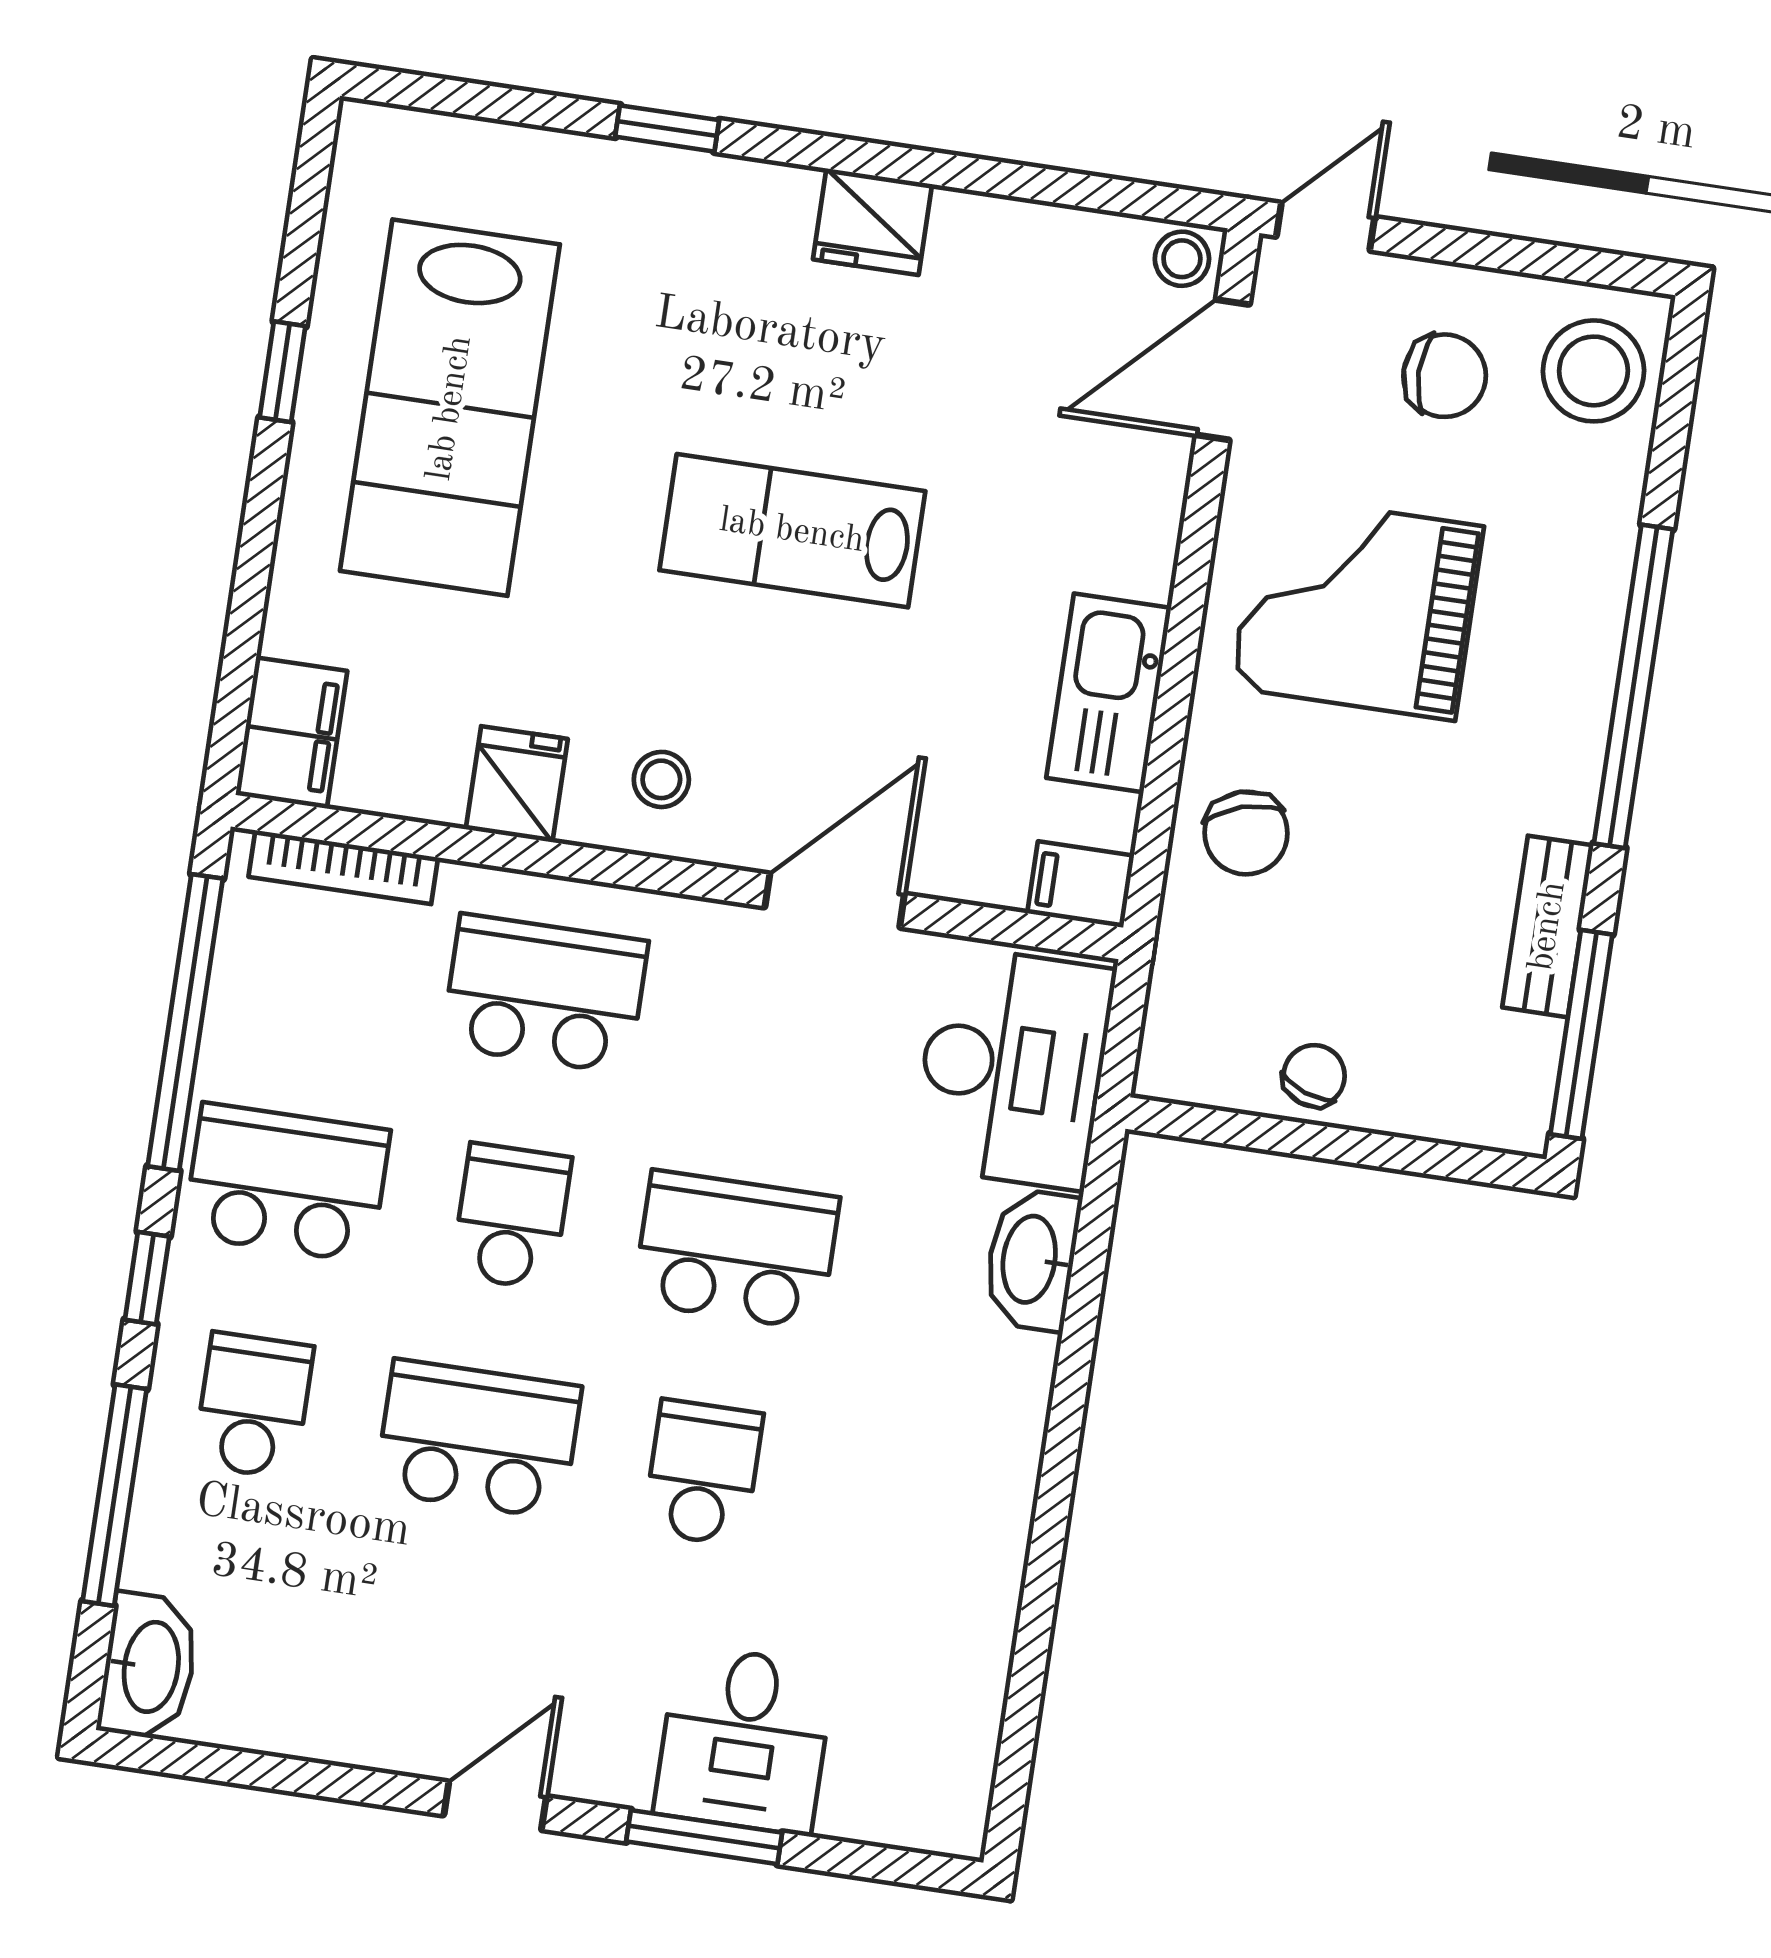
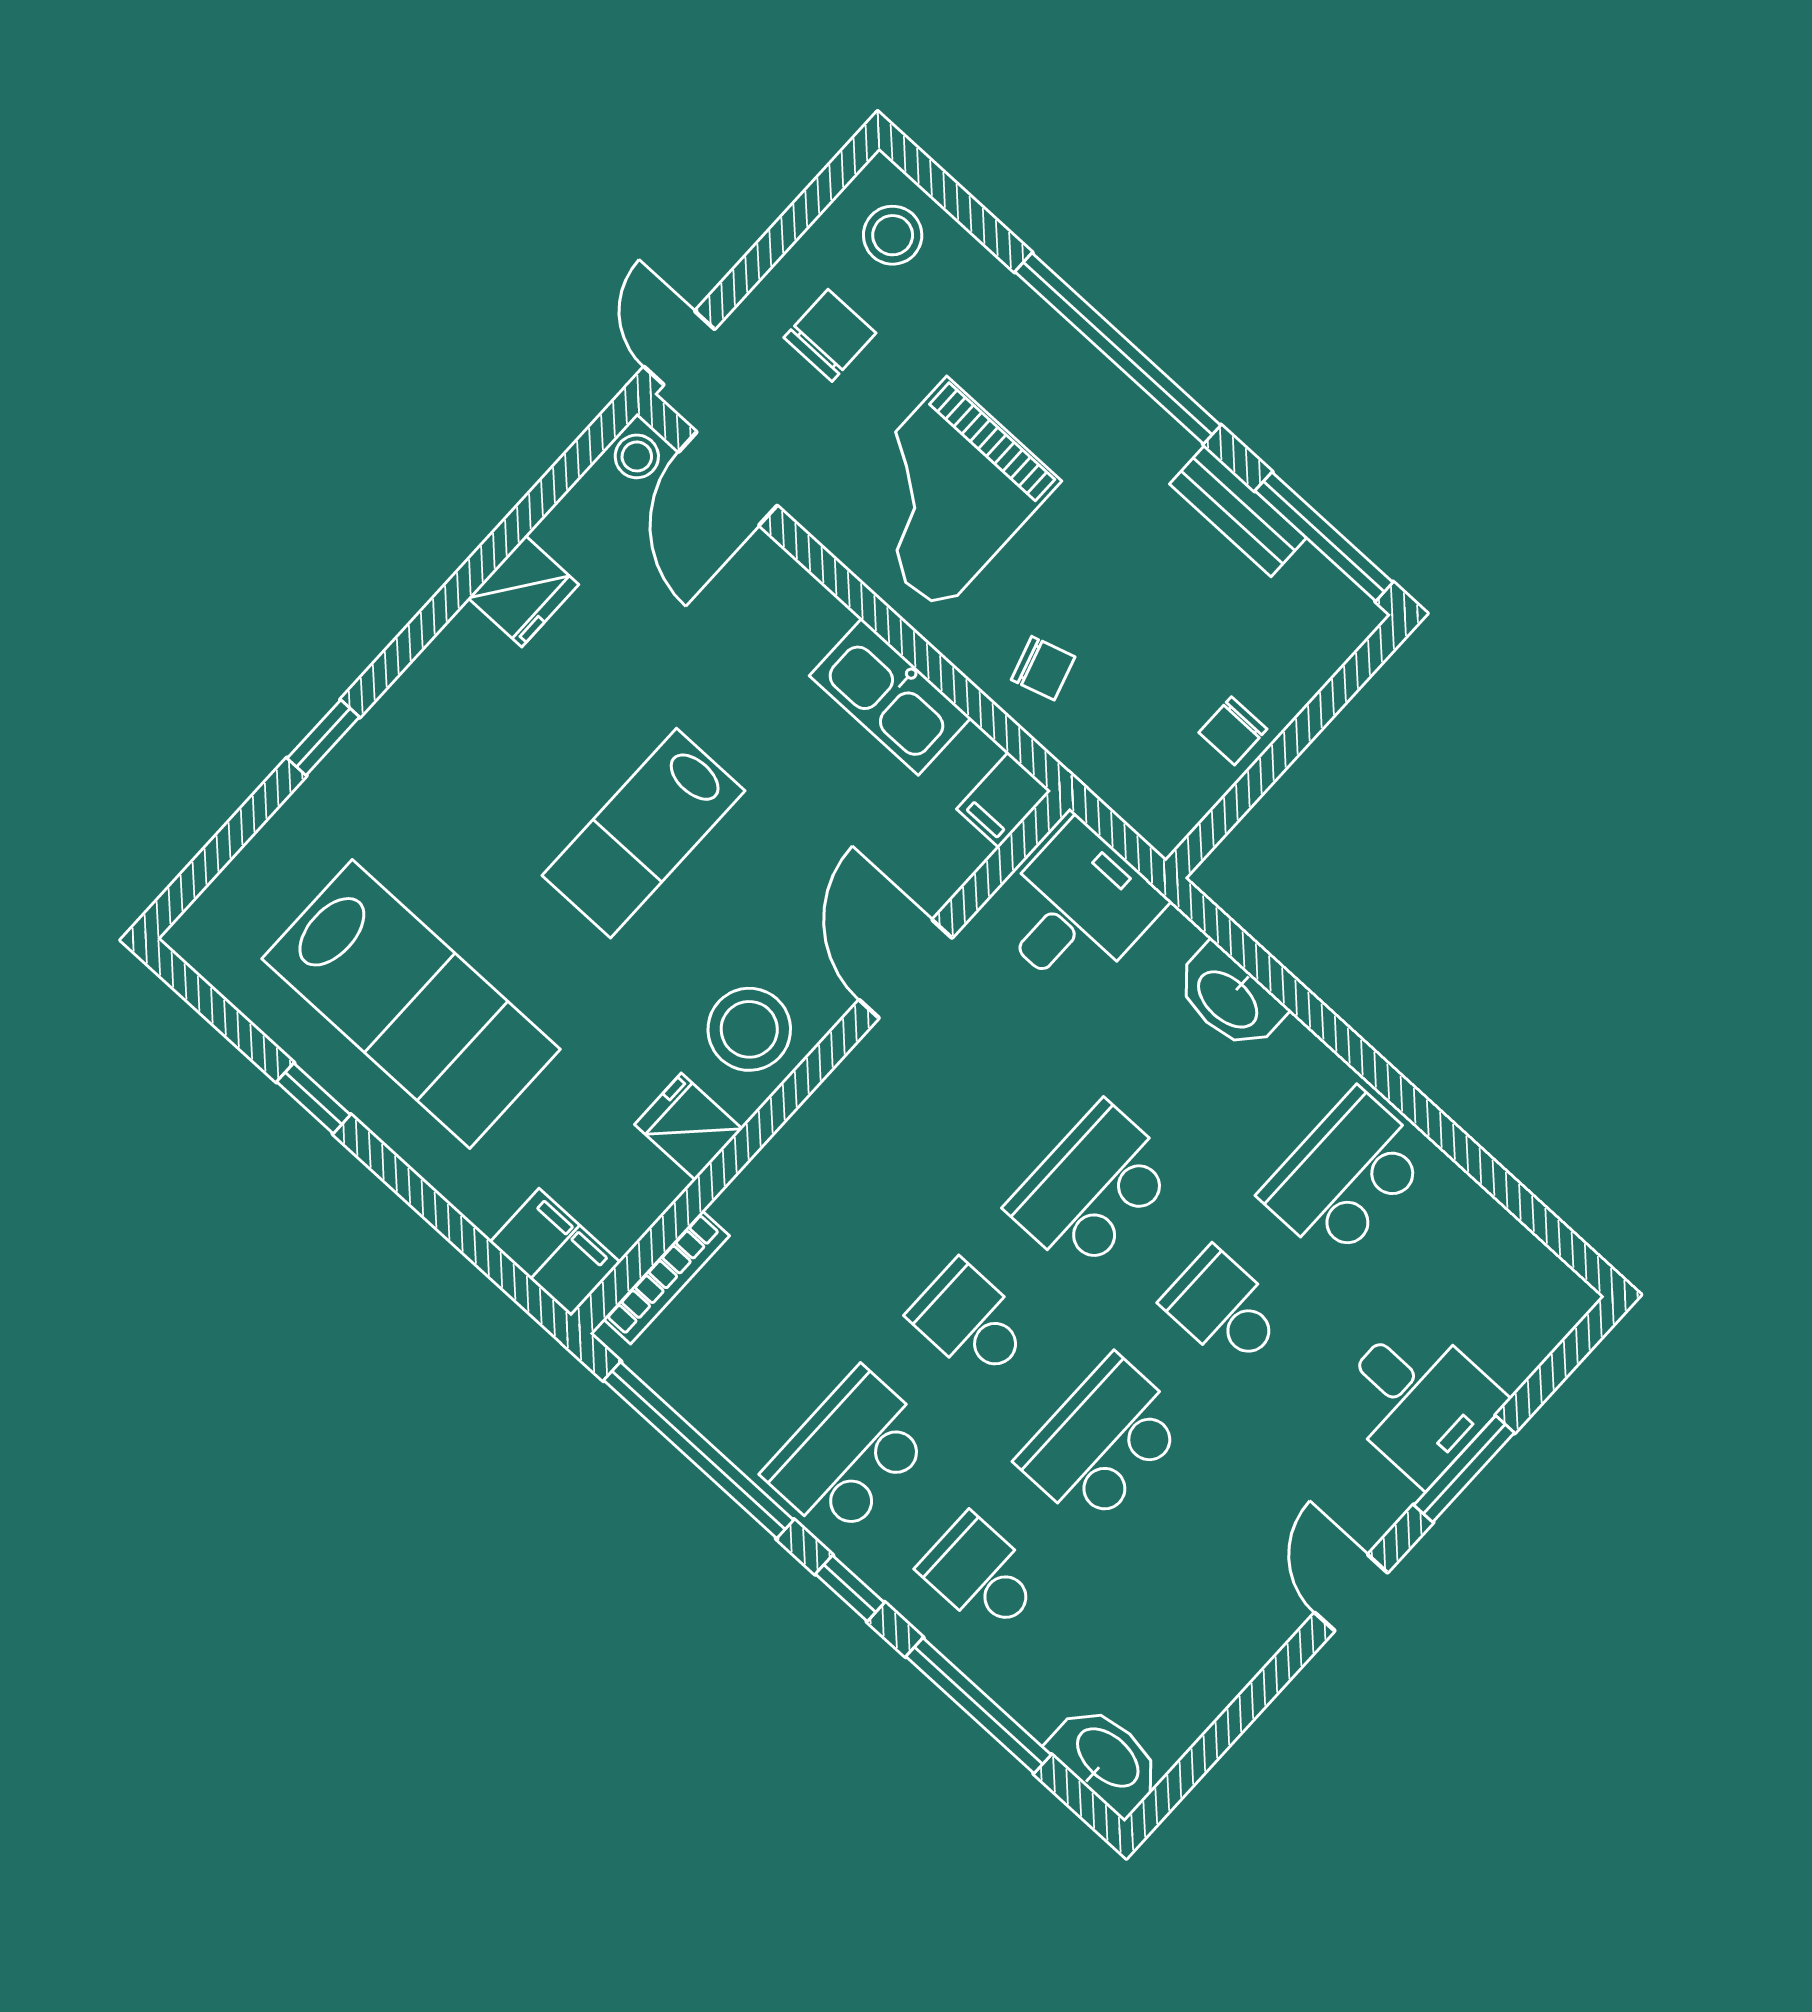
fridge: (873, 222) -> (523, 591), moved
stool: (1593, 371) -> (893, 235), width x0.73, depth x0.73
stool: (661, 779) -> (749, 1029), width x1.89, depth x1.89
chair: (1246, 833) -> (1043, 668), width x0.73, depth x0.73
school desk: (545, 994) -> (1345, 1176), moved
desk: (1013, 1068) -> (1076, 909), width x0.73
chair: (1314, 1076) -> (1233, 731), turned -110

